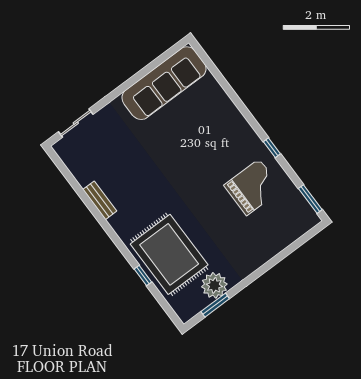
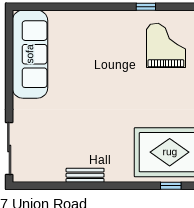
sliding door: (76, 123) -> (9, 148), width x1.37

